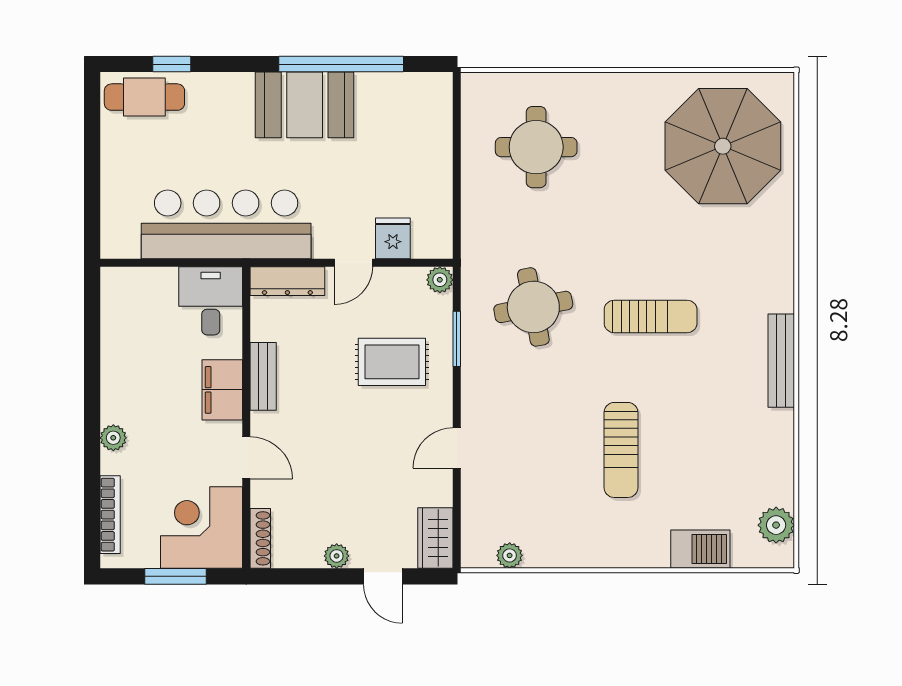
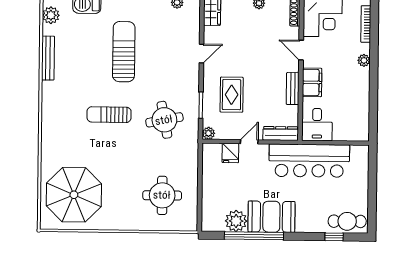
plant: (379, 95) -> (236, 221), added
bench: (781, 361) -> (48, 58), moved
rug: (392, 362) -> (232, 95), turned 90
sun lounger: (621, 450) -> (124, 52), width x1.36, depth x1.34

